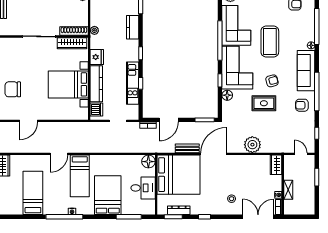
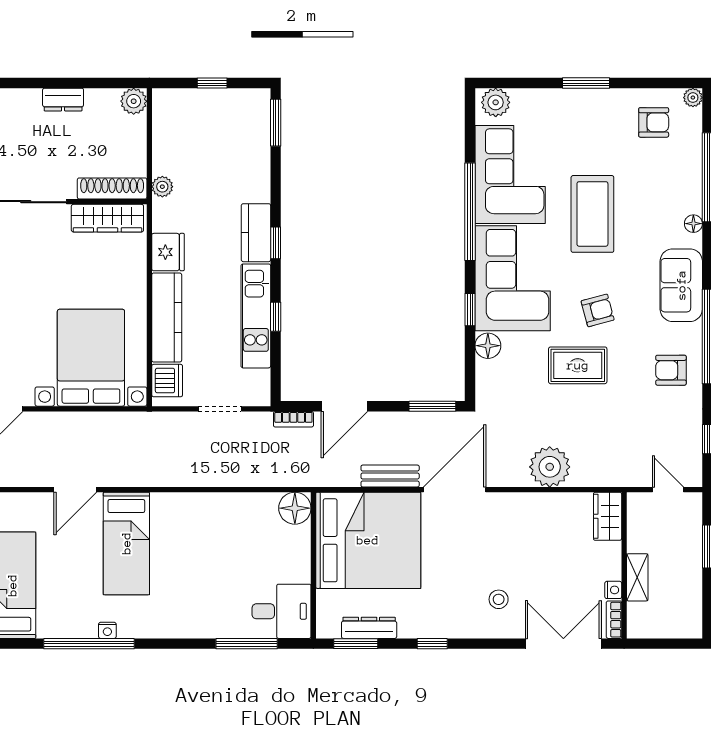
kitchen counter: (133, 27) -> (256, 233), moved
sofa: (306, 71) -> (681, 285), width x0.73
bed with nightstands: (68, 84) -> (91, 358), moved, turned 90
desk: (143, 188) -> (281, 611), moved
bed: (108, 195) -> (195, 591), removed

